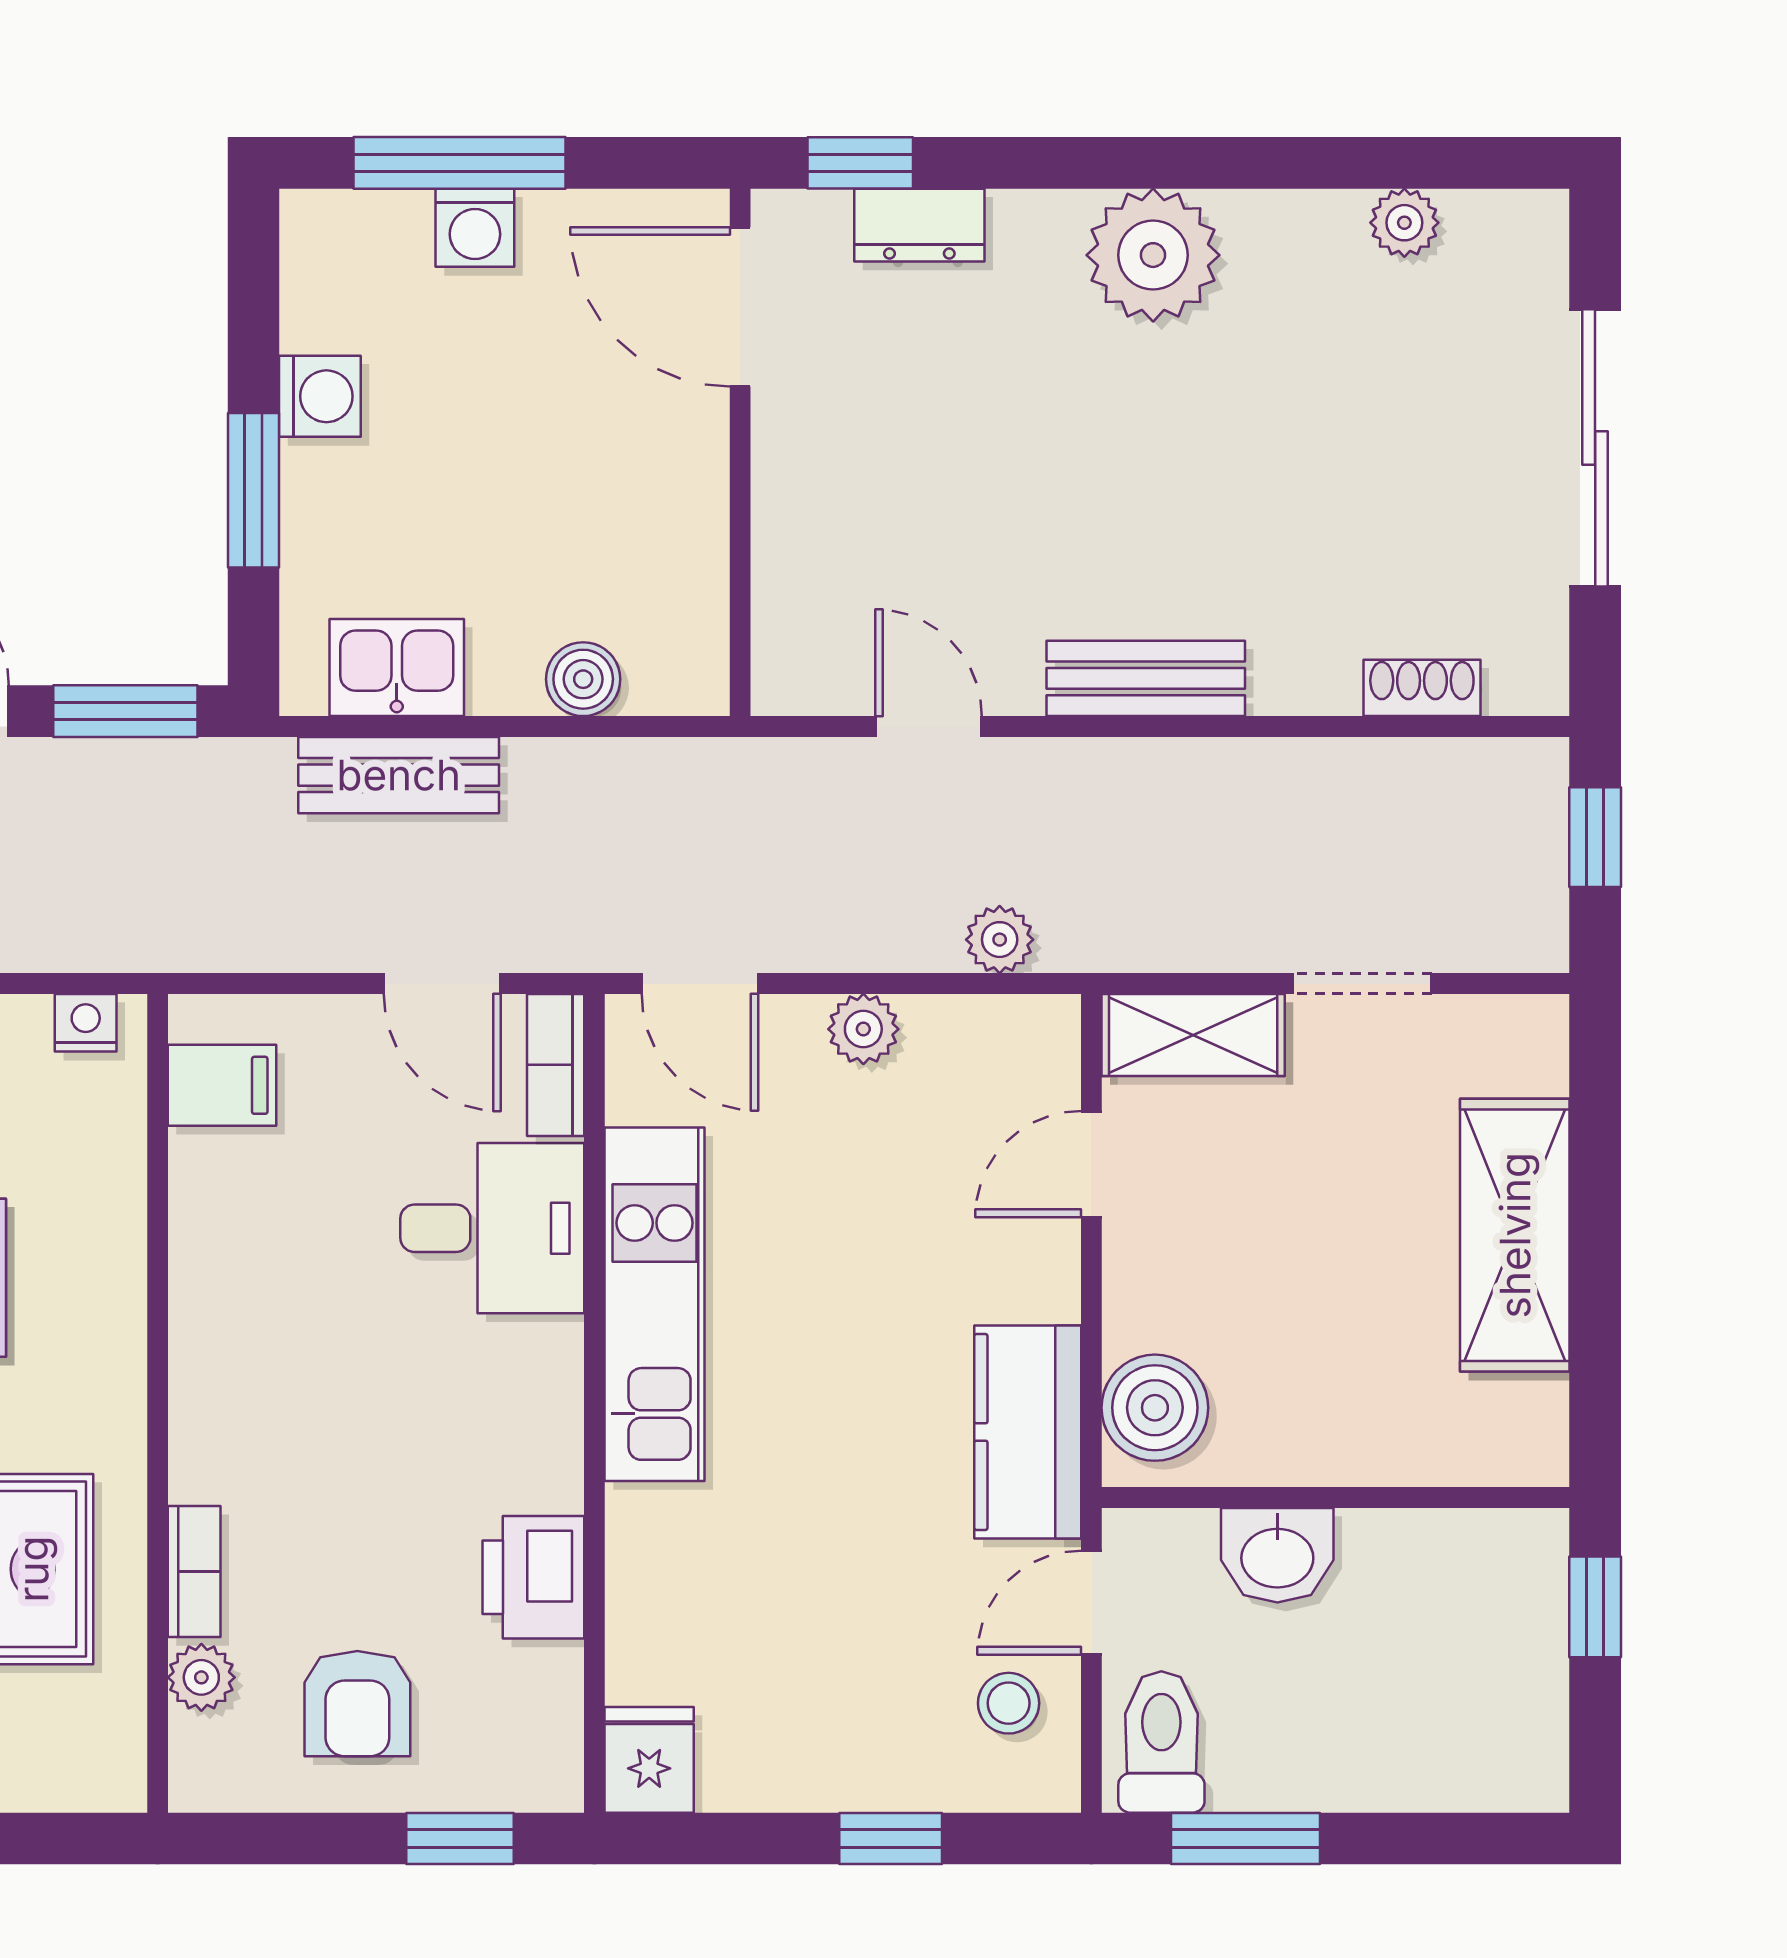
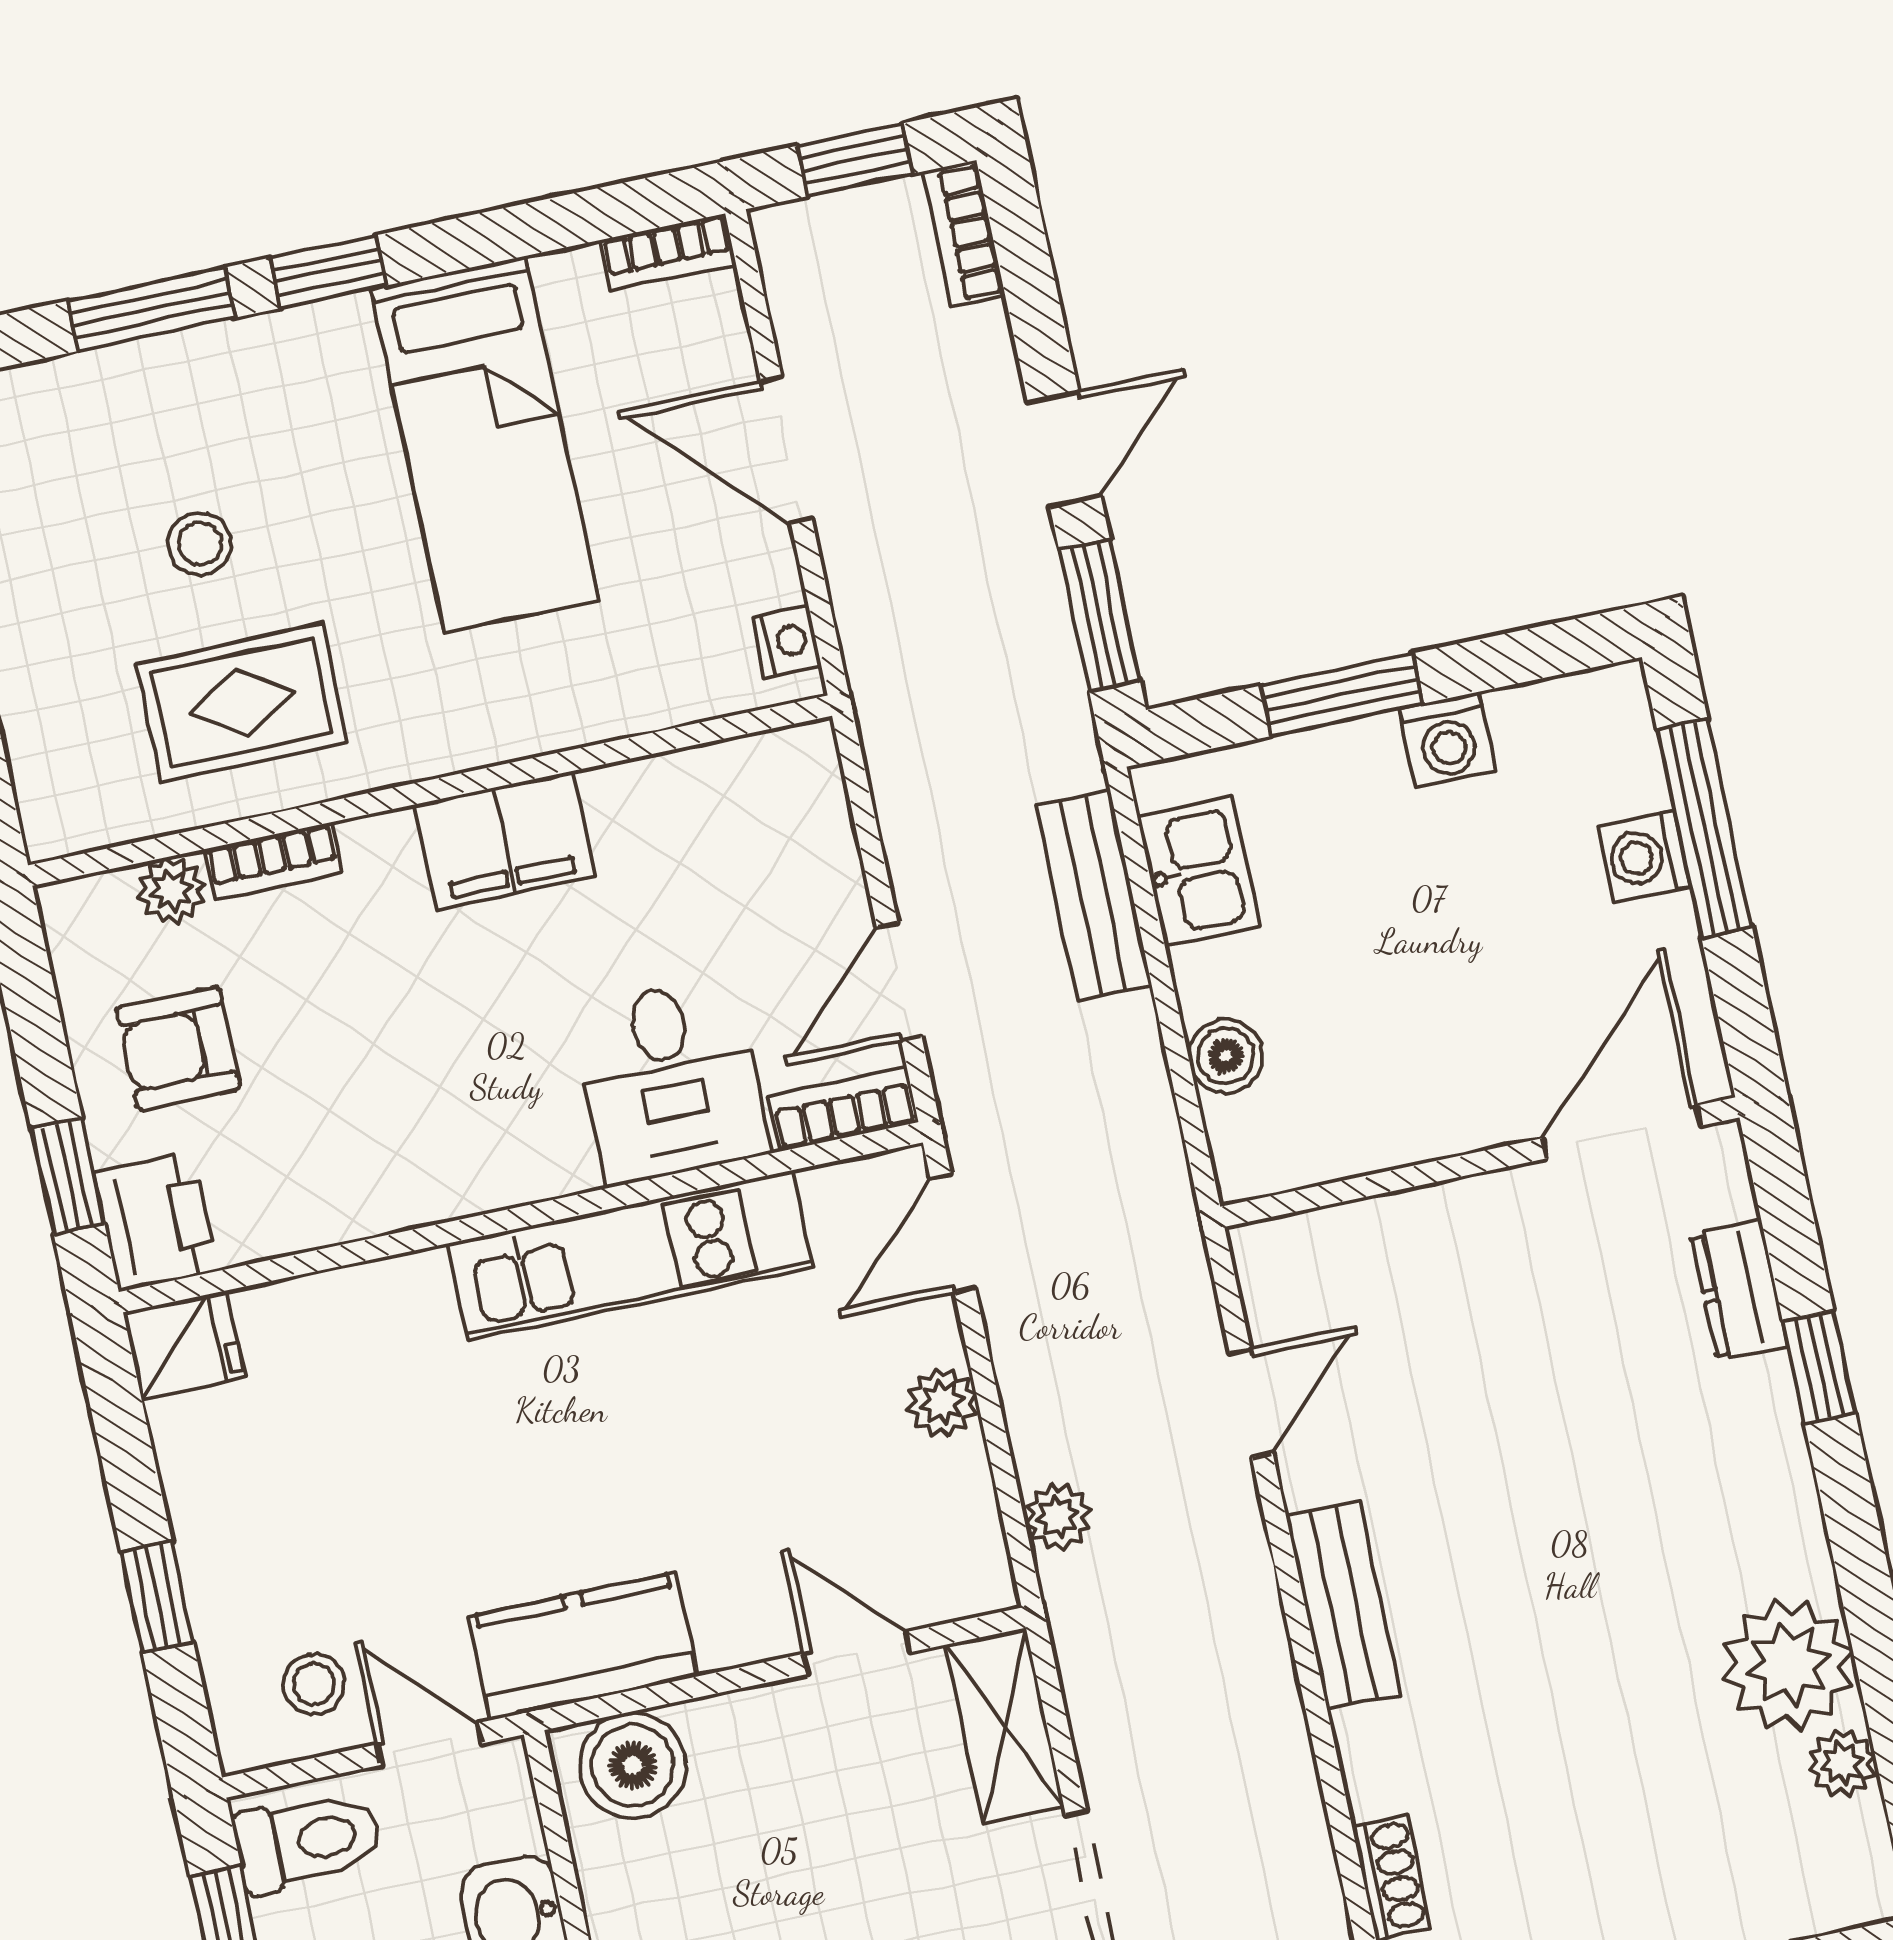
window: (860, 163) -> (1819, 1367), moved
plant: (1153, 255) -> (1788, 1665), moved
filing cabinet: (222, 1085) -> (505, 840), moved, width x2.00
printer: (533, 1577) -> (156, 1222), moved, turned 90

